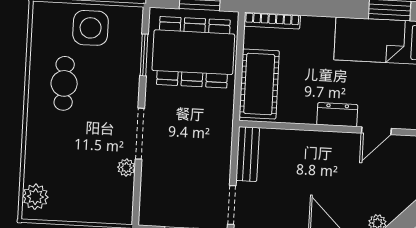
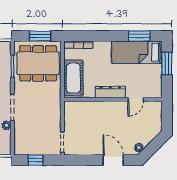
dresser: (337, 115) -> (110, 92), width x1.44
bench: (248, 154) -> (69, 115), removed

